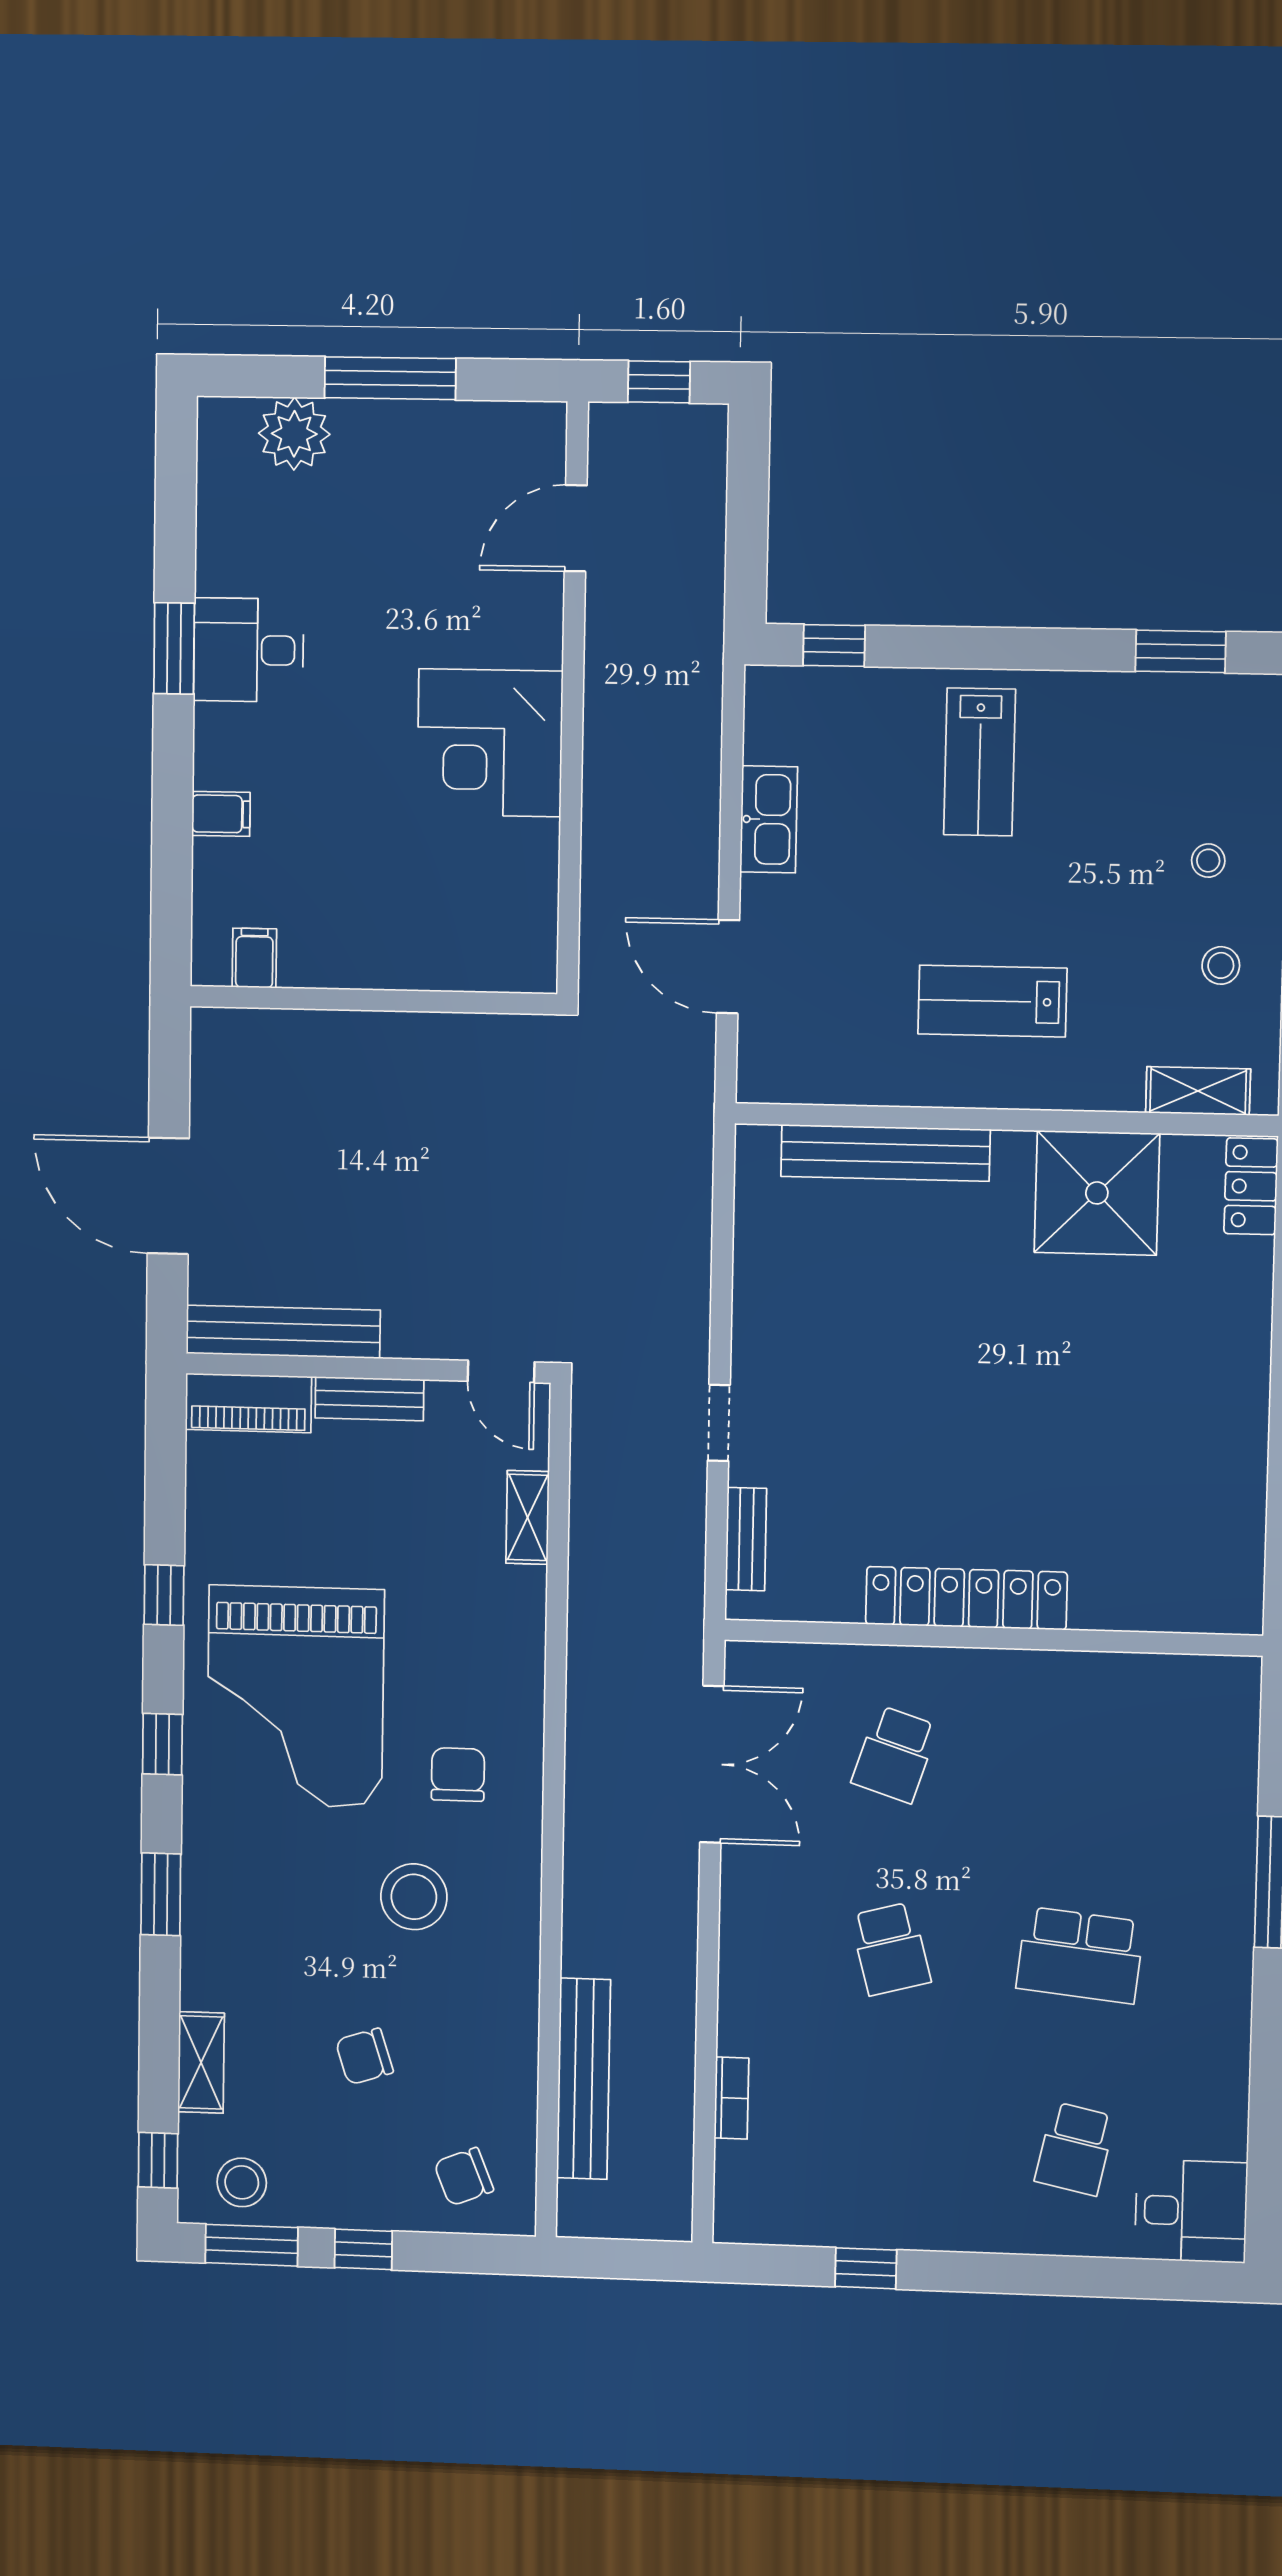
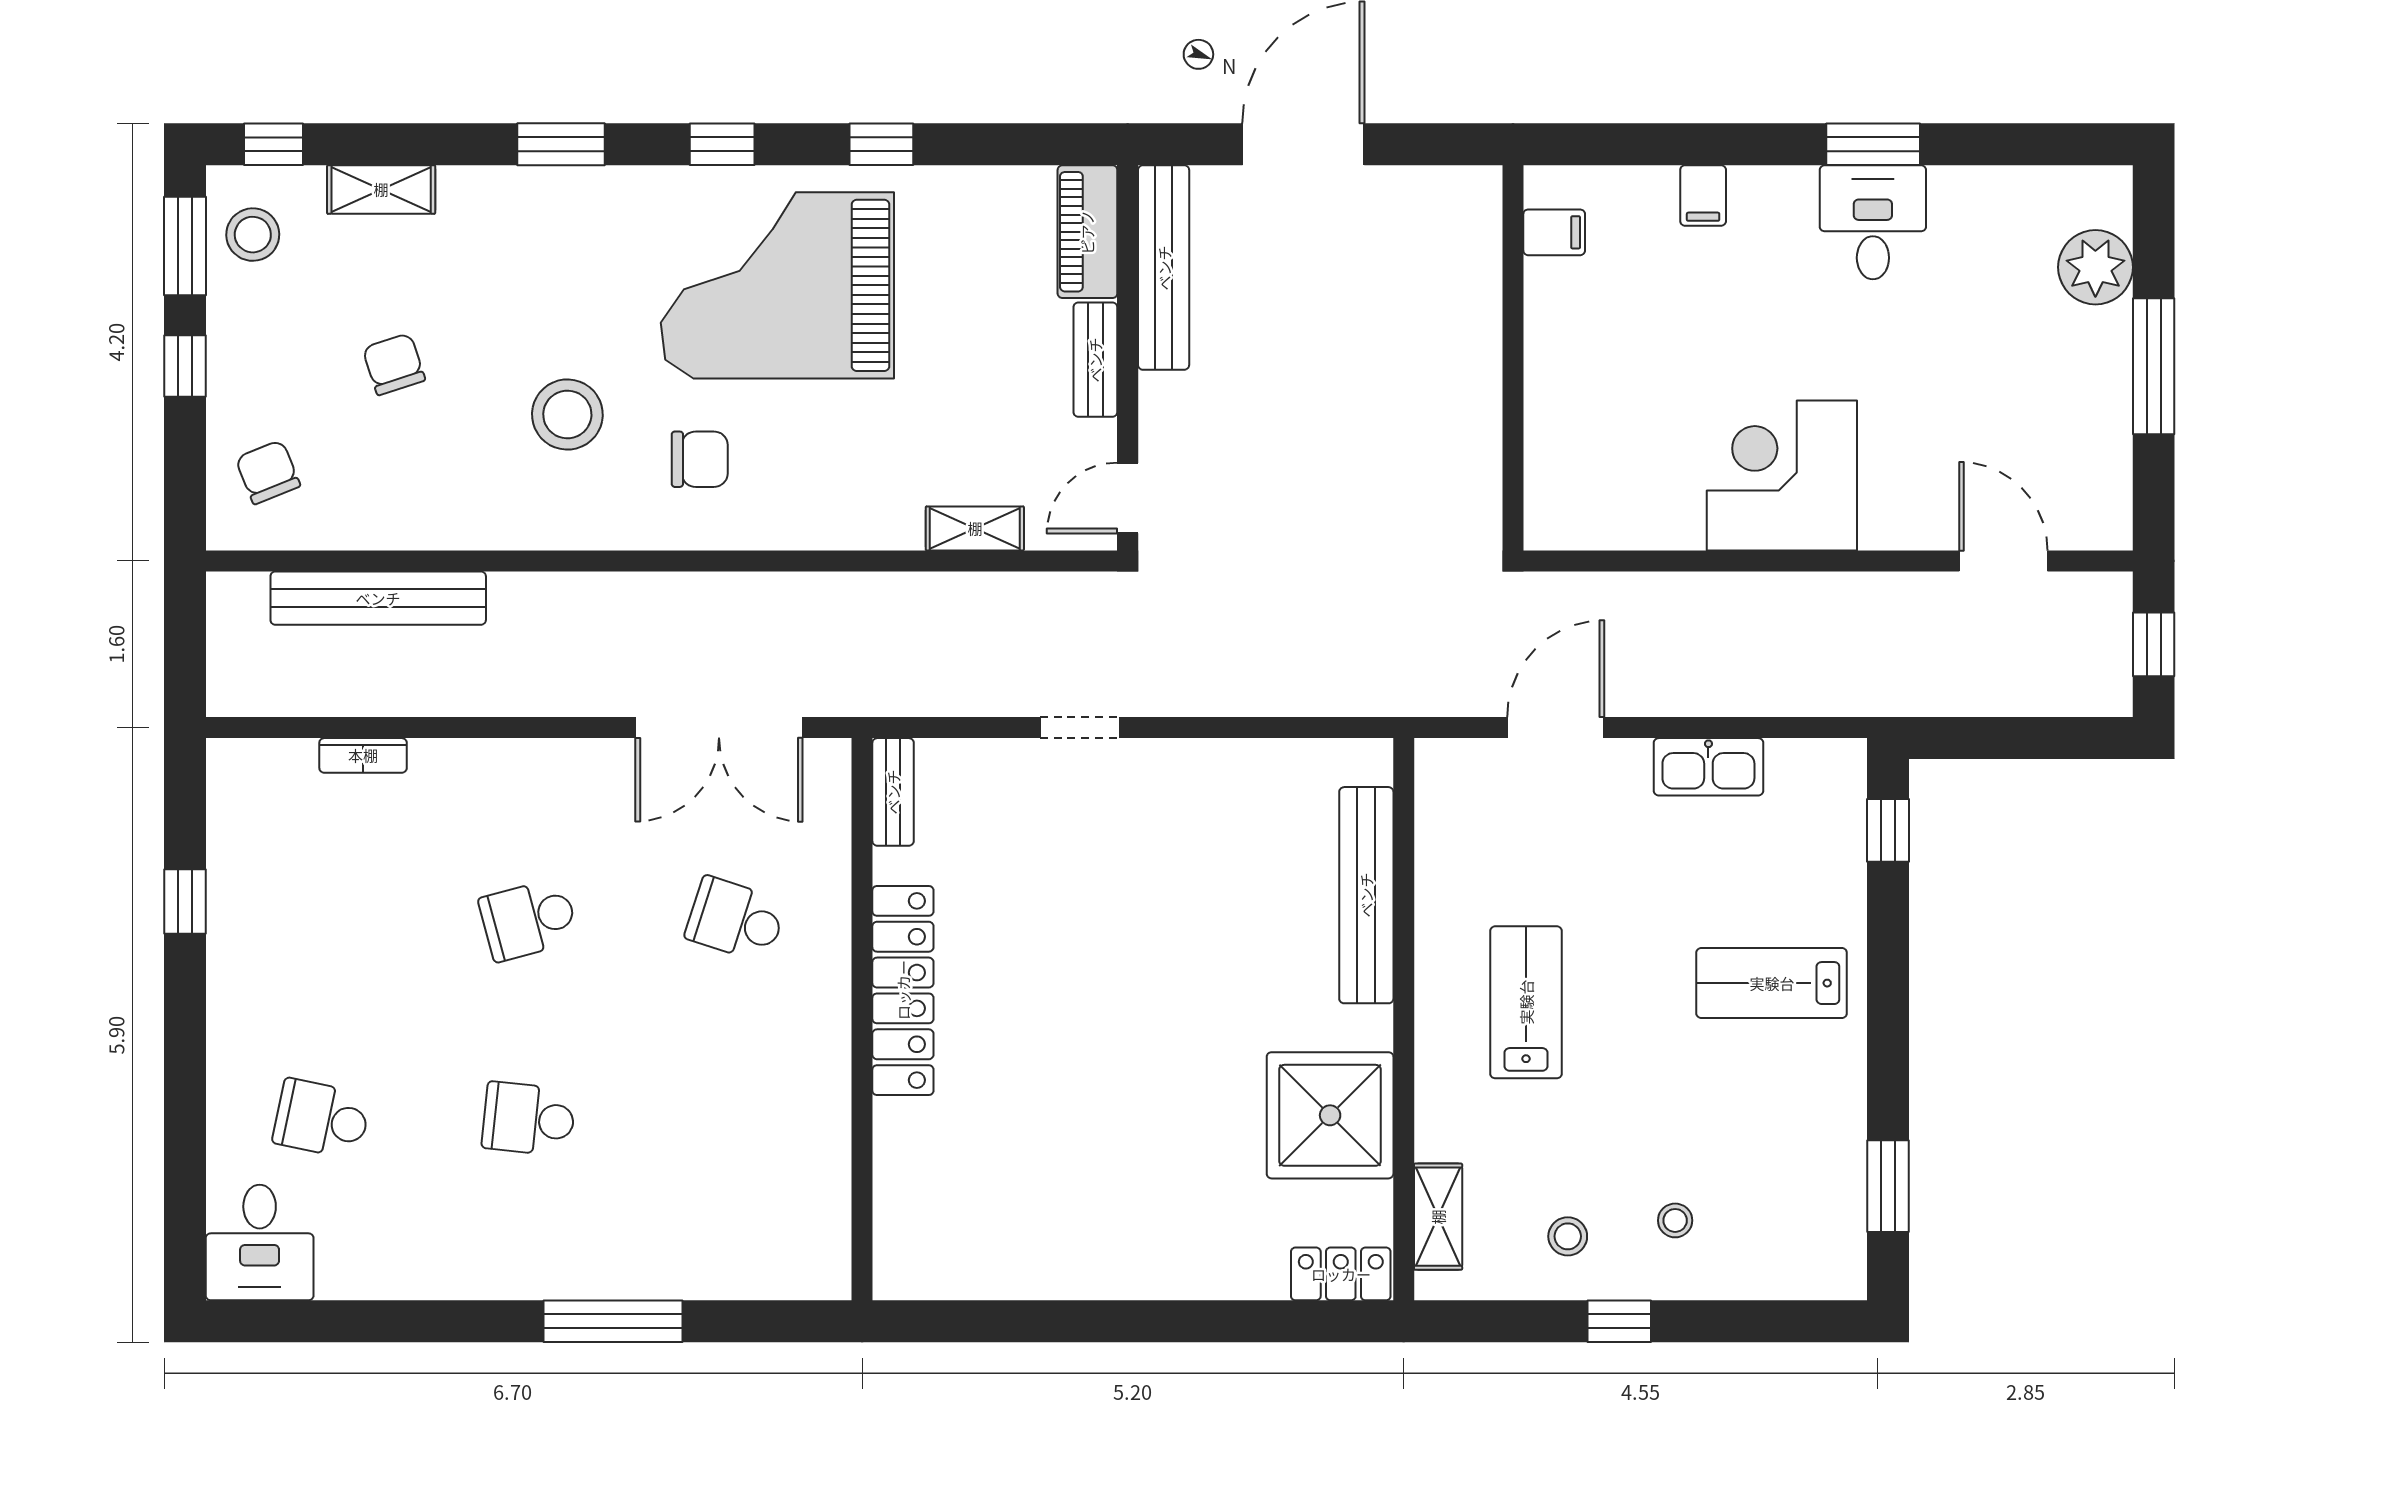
bench: (746, 1539) -> (893, 792), moved, turned 90
school desk: (1080, 1955) -> (529, 1119), width x0.54

